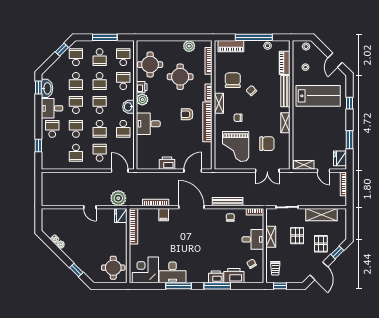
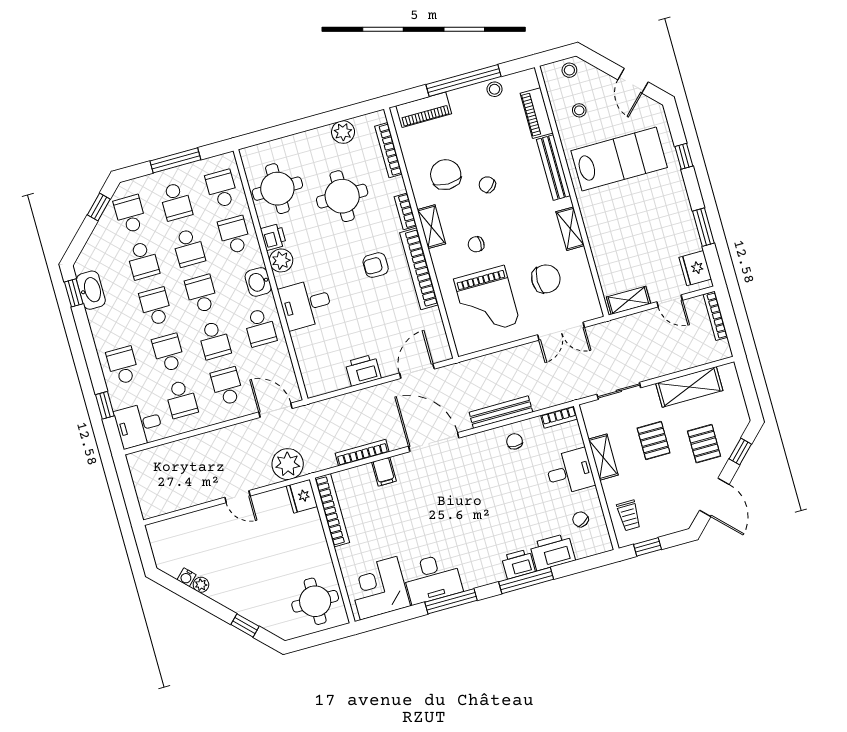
desk: (52, 108) -> (139, 425), moved

